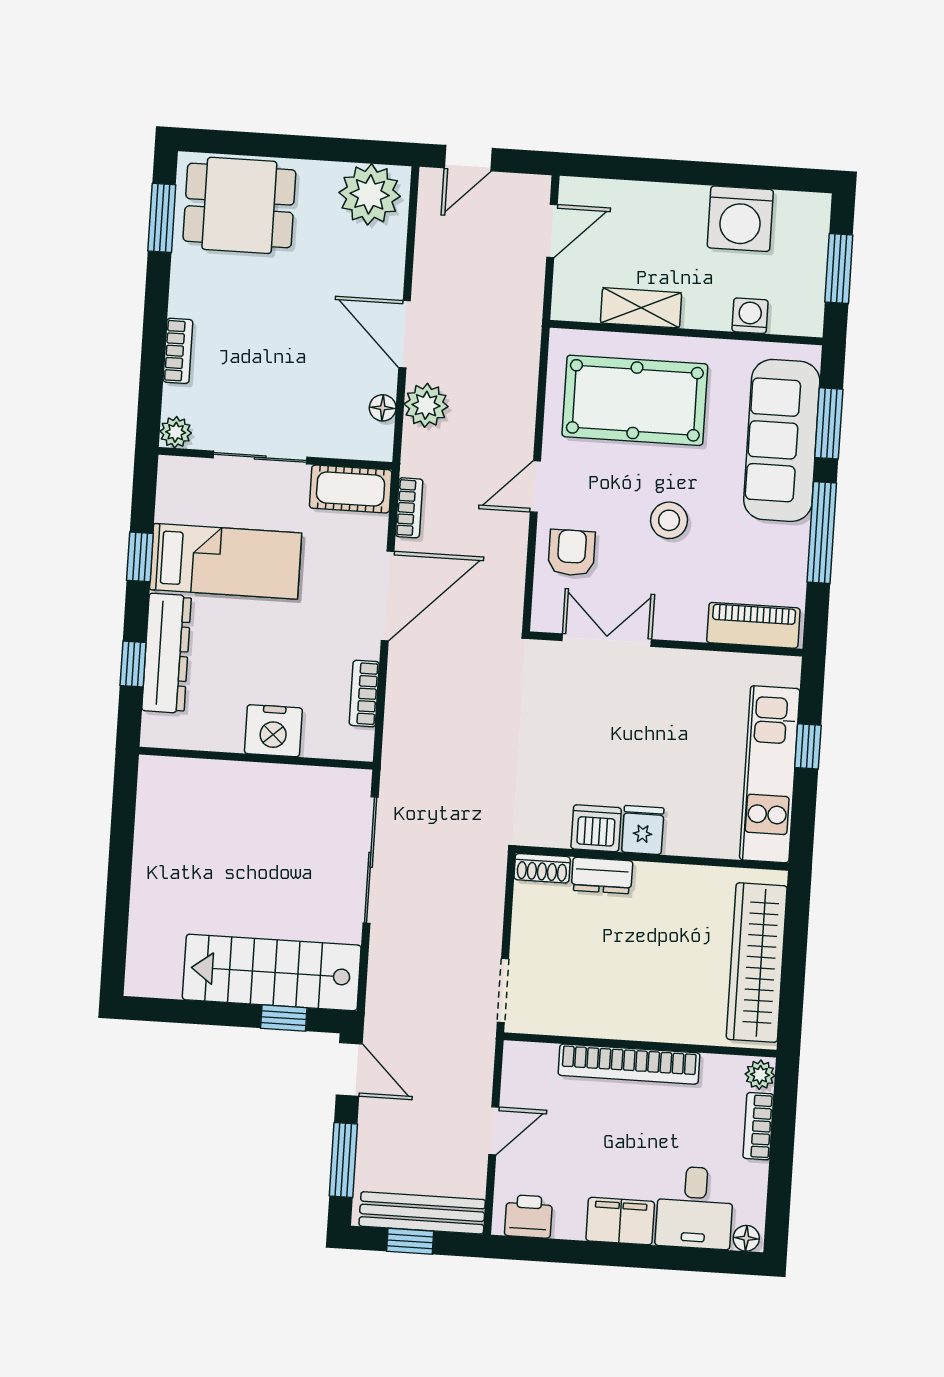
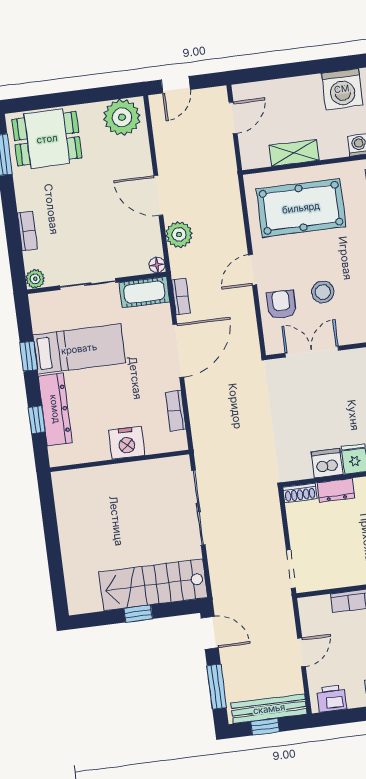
floor lamp: (383, 408) -> (157, 265), moved
stool: (669, 520) -> (323, 292), moved
window: (284, 1018) -> (138, 614), moved

